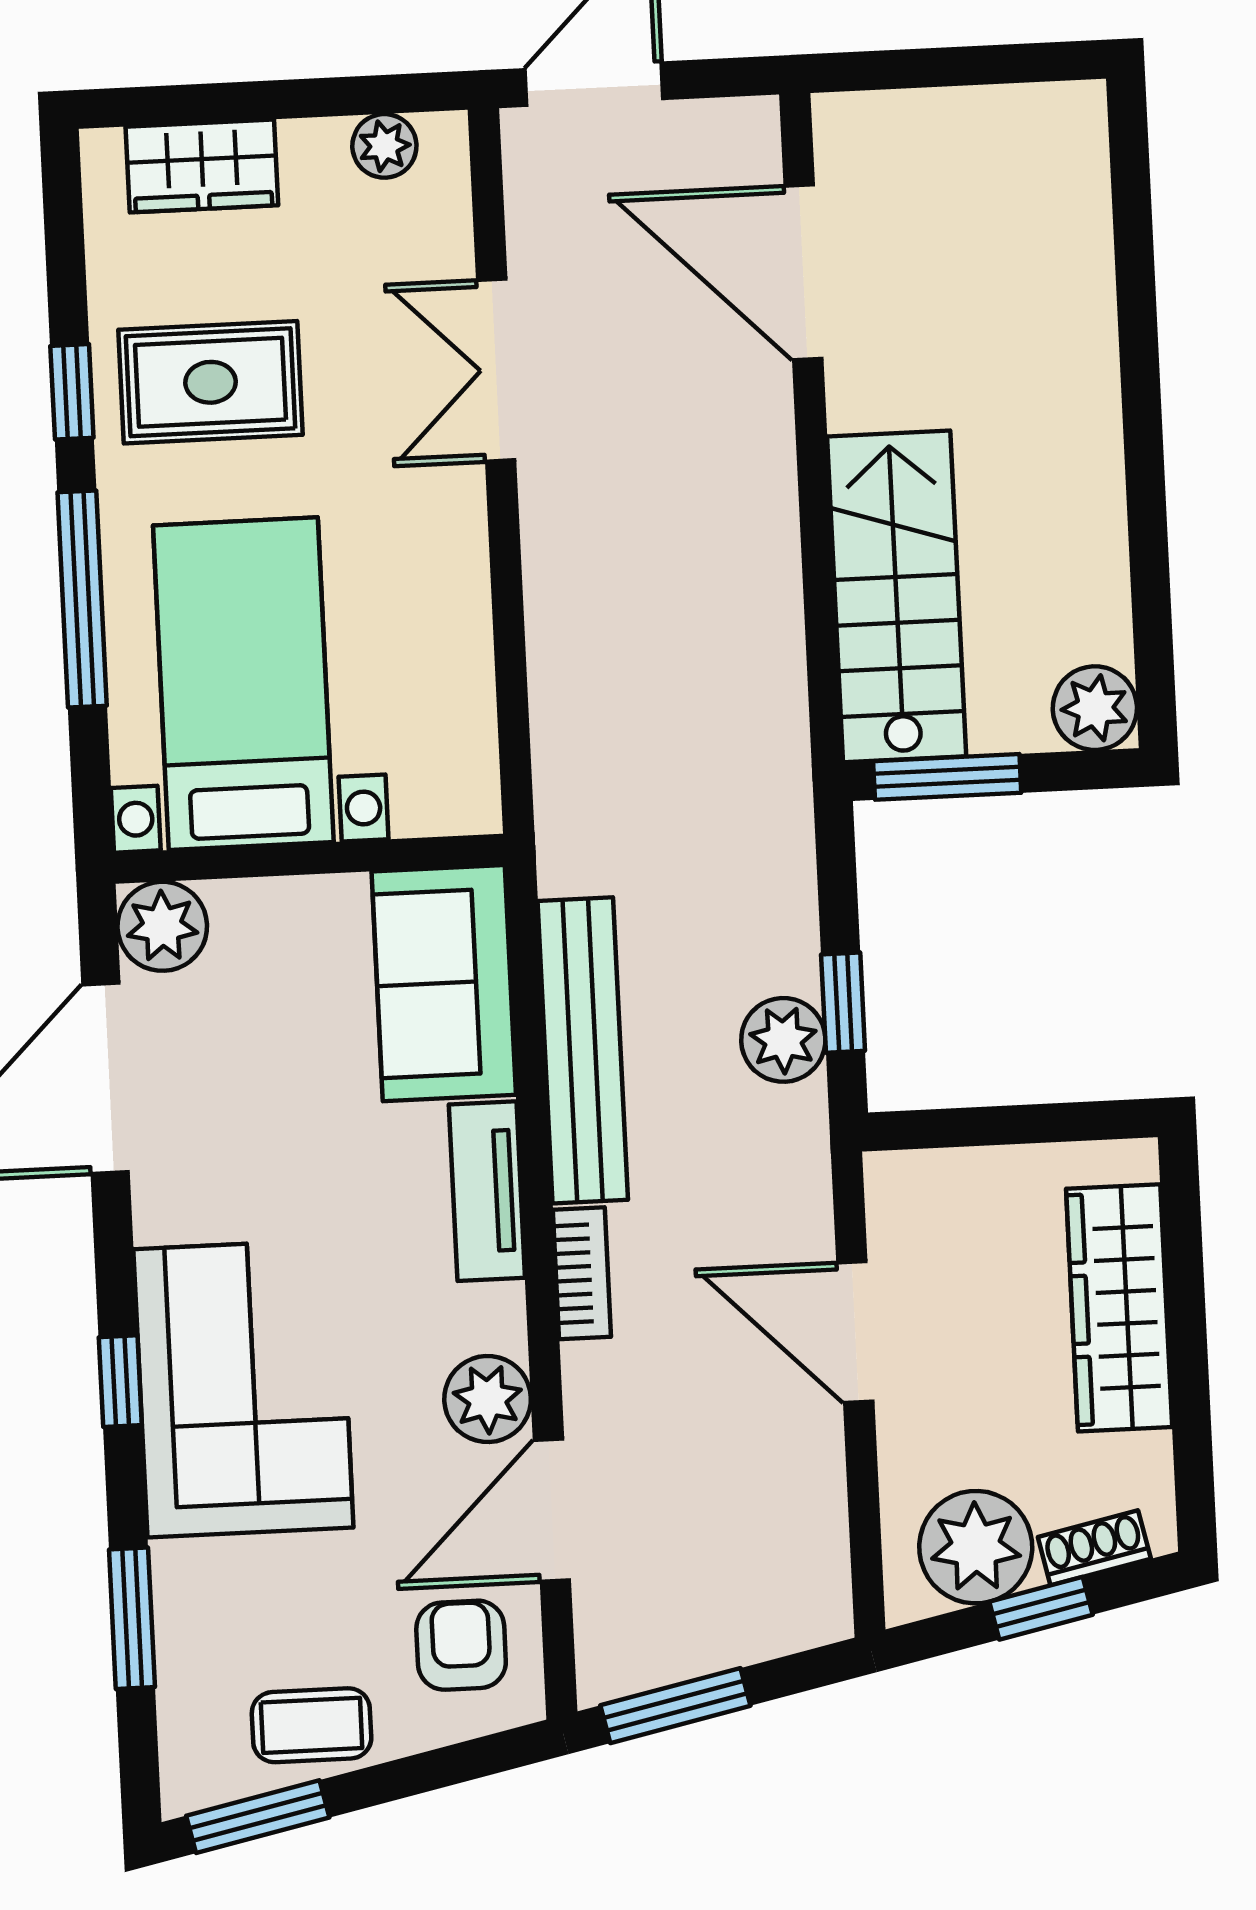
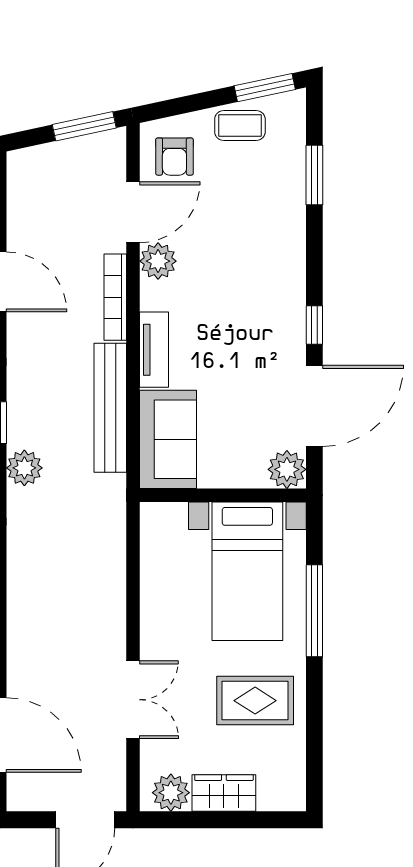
plant: (384, 146) -> (171, 793), width x1.38, depth x1.38
wardrobe: (202, 166) -> (224, 793), moved
window: (72, 392) -> (314, 699), removed
plant: (783, 1040) -> (24, 468), moved
bookcase: (582, 1273) -> (115, 297), width x1.56
window: (120, 1381) -> (314, 325), moved
corner sofa: (243, 1388) -> (262, 271), removed

